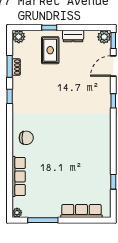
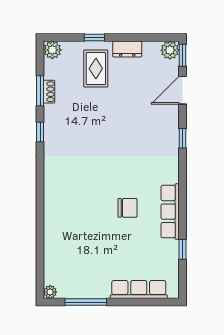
chair: (26, 138) -> (128, 208), moved
row of seats: (19, 176) -> (170, 212), moved, turned 180

